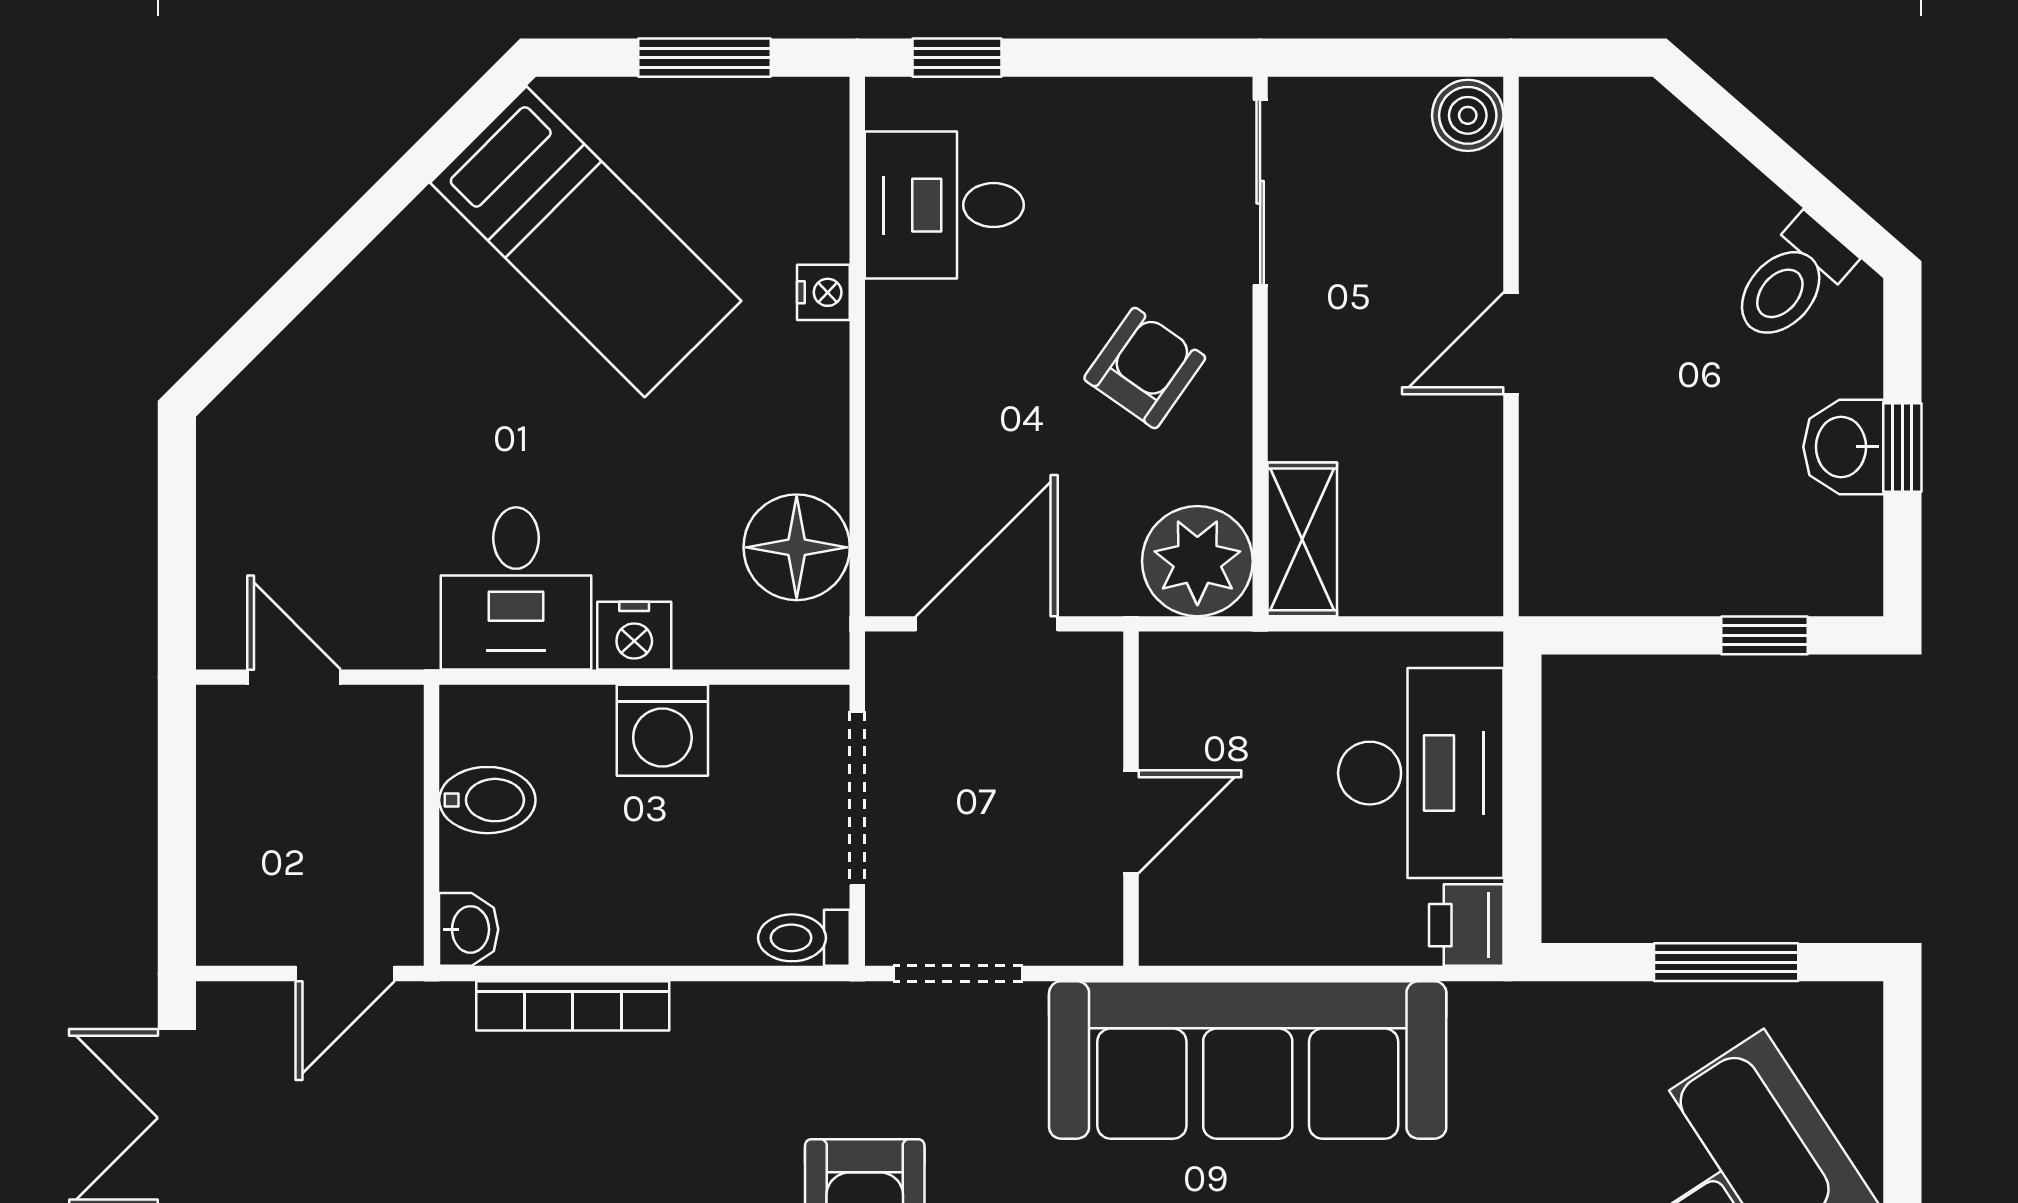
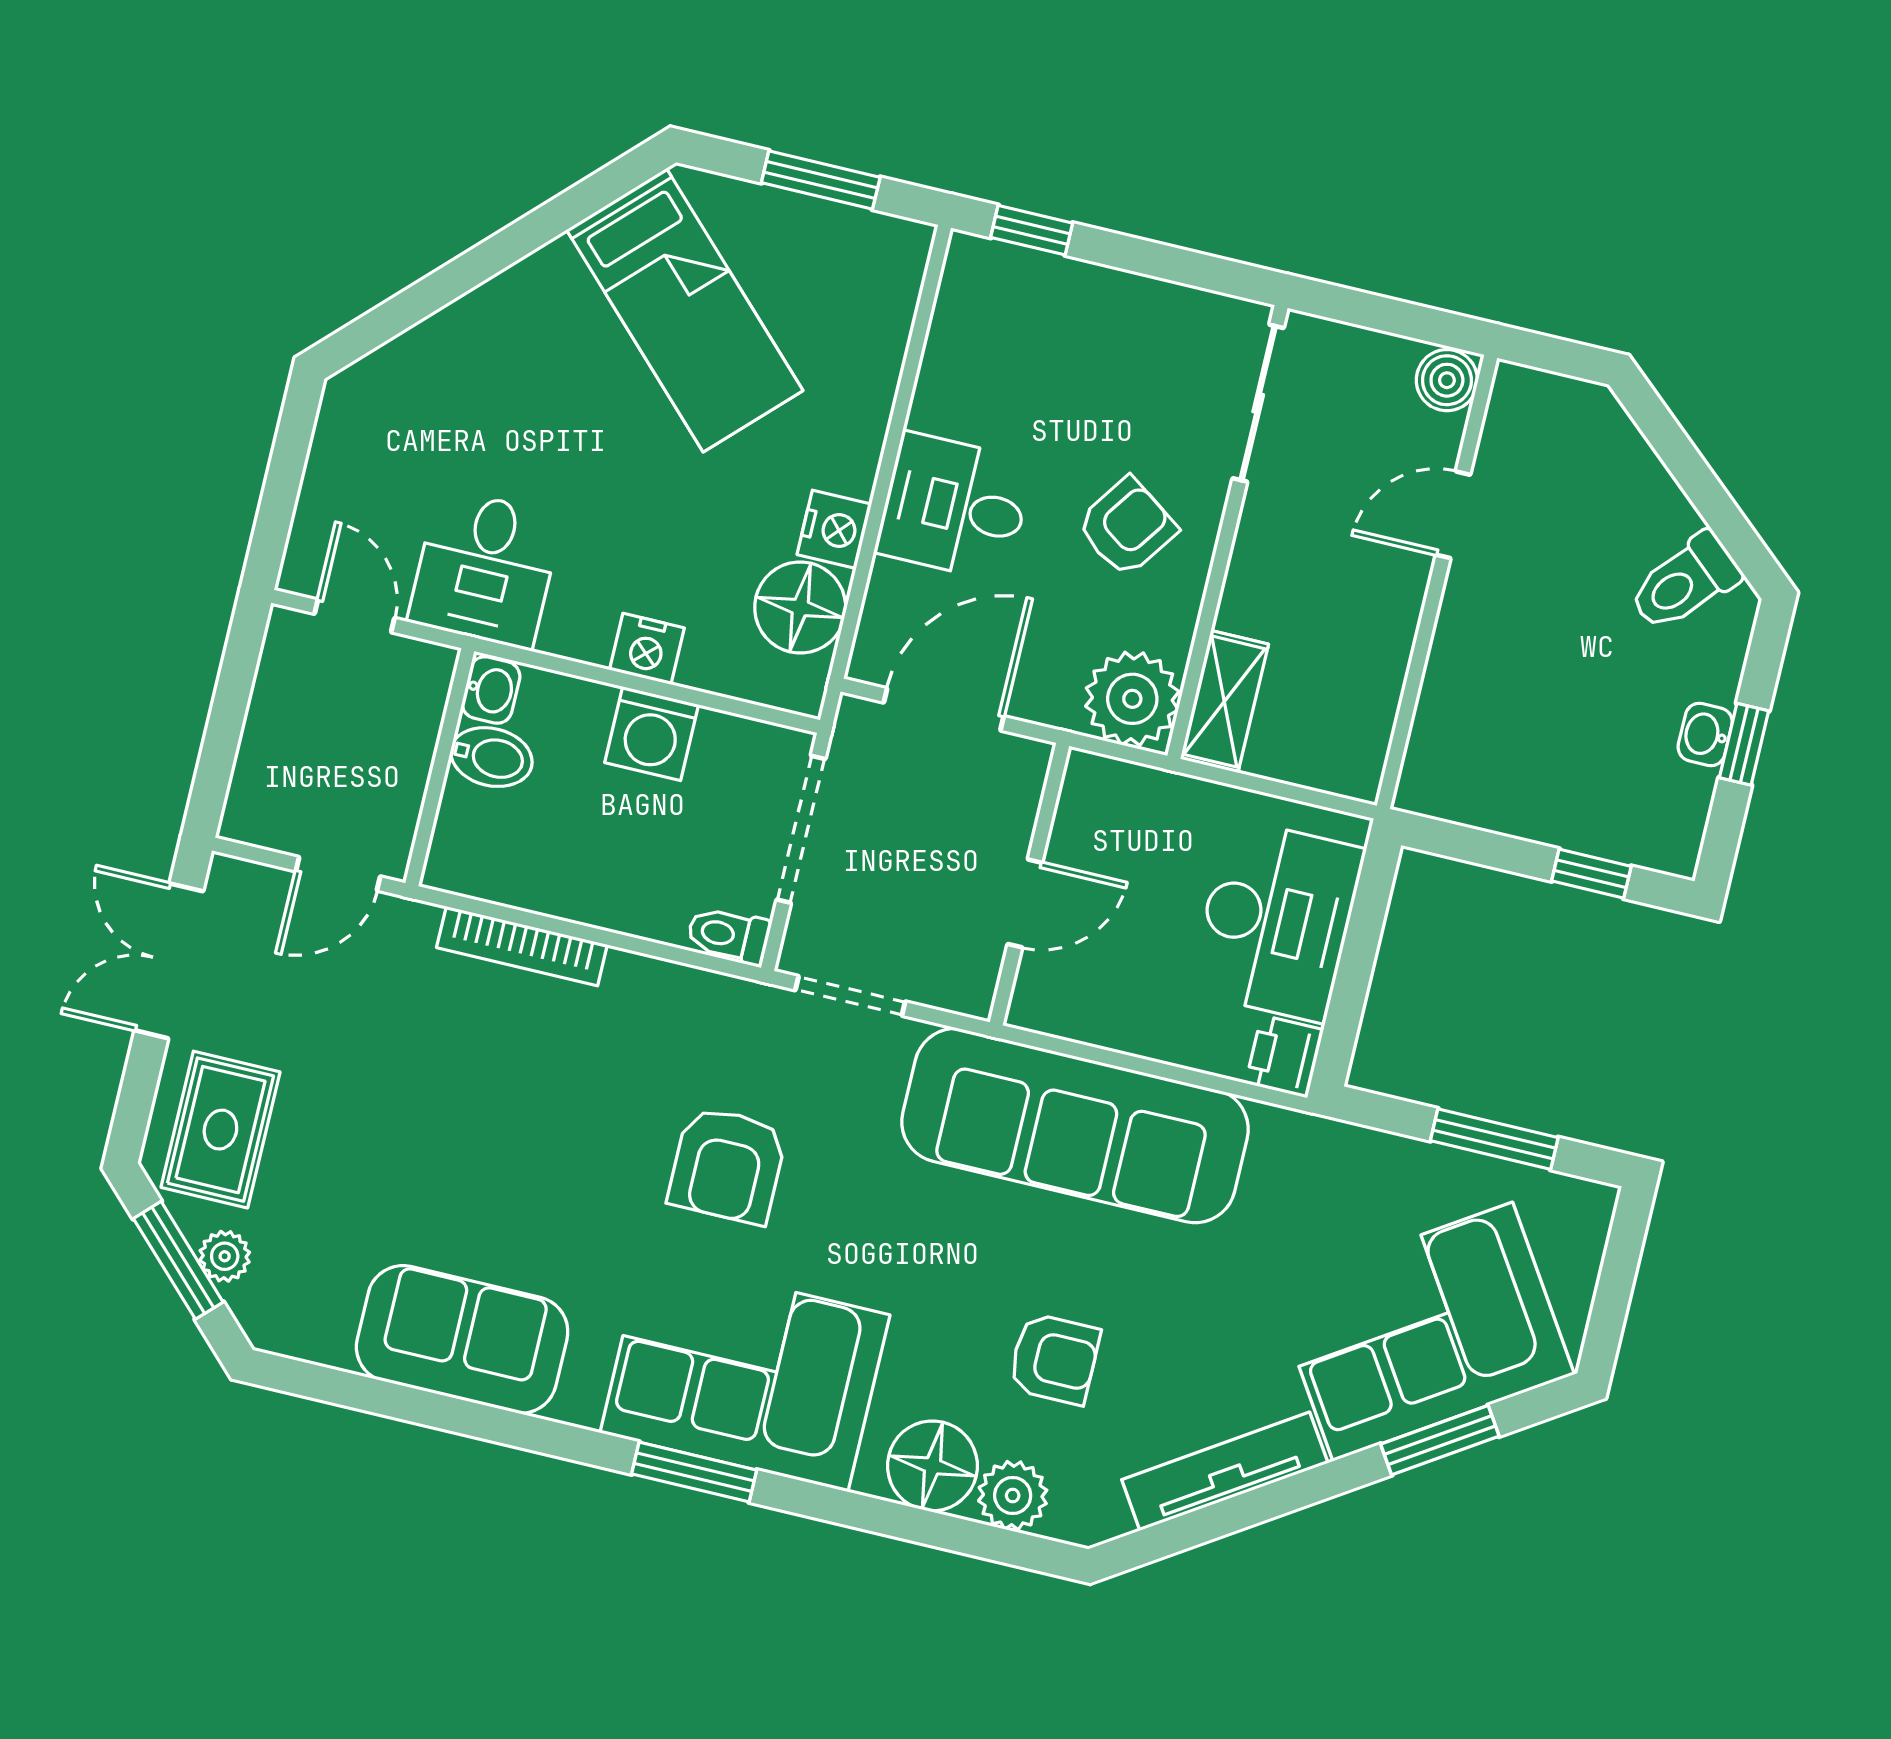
desk: (944, 205) -> (955, 507), moved
nightstand: (823, 292) -> (834, 529), moved, width x1.39, depth x1.35
door: (1511, 343) -> (1453, 515), moved
washbasin: (1843, 447) -> (1705, 734), width x0.72, depth x0.69
desk: (516, 588) -> (485, 569), moved
washbasin: (469, 929) -> (491, 690), moved

